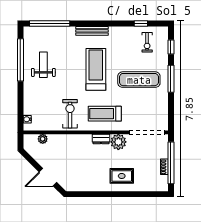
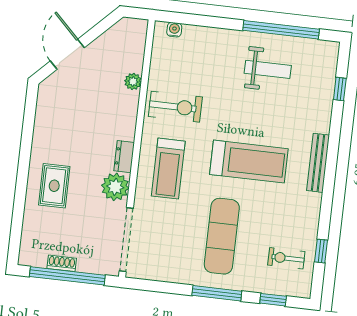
window: (50, 23) -> (340, 89), width x0.32
treadmill: (105, 114) -> (168, 169), turned 180
plant: (43, 139) -> (133, 81), moved

